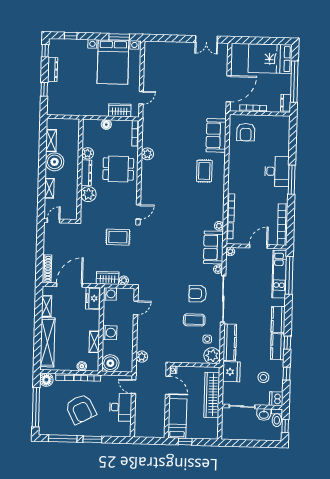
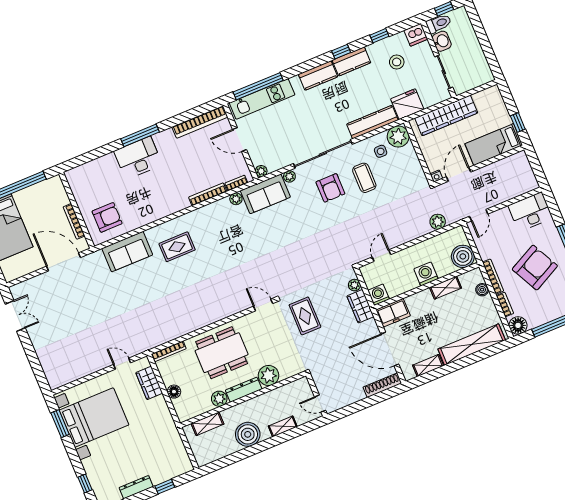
dresser: (286, 103) -> (49, 185), removed
shelving: (51, 141) -> (208, 424), moved
plant: (147, 154) -> (187, 325), removed
dining table: (118, 169) -> (222, 353), width x1.38
door: (136, 308) -> (381, 256), hinge flipped
desk: (121, 407) -> (530, 212), moved

